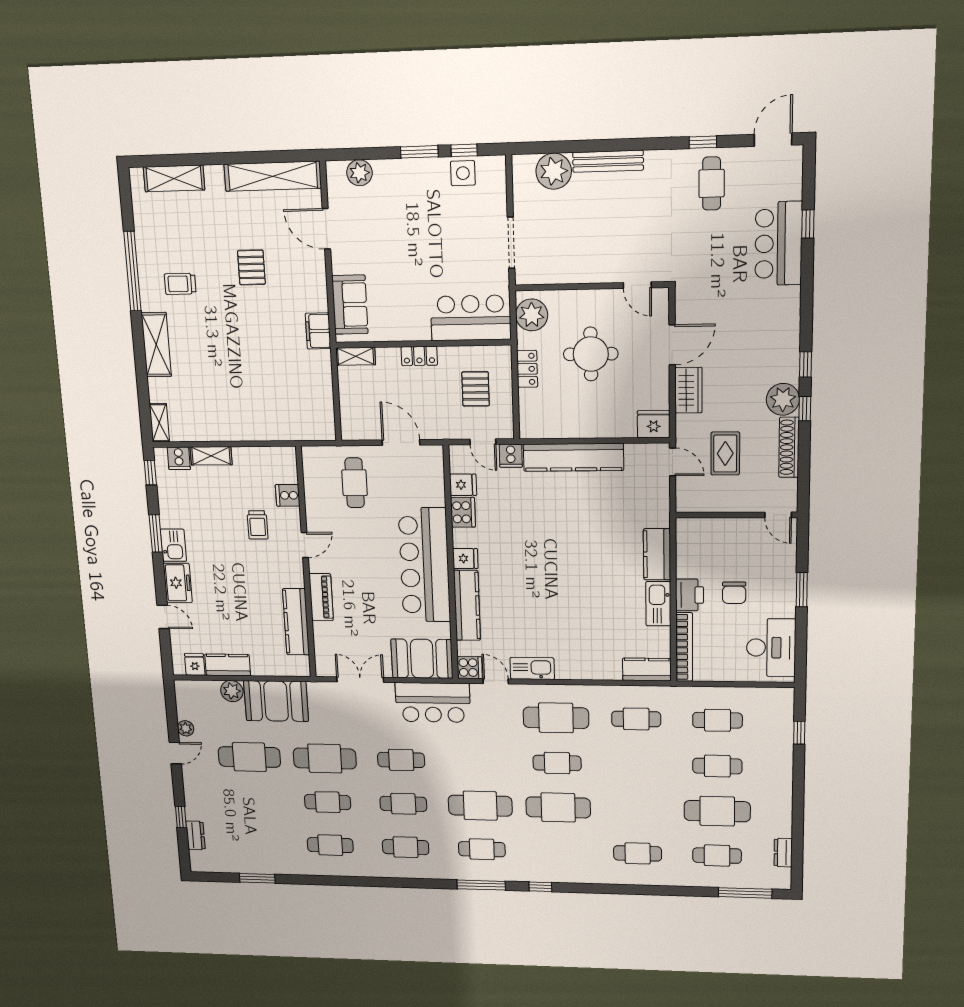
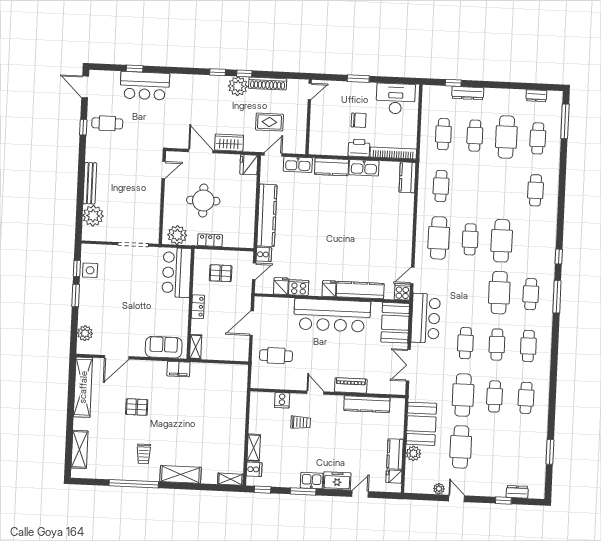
kitchen sink: (532, 668) -> (298, 165), moved, turned -90
dresser: (784, 754) -> (468, 93), added

